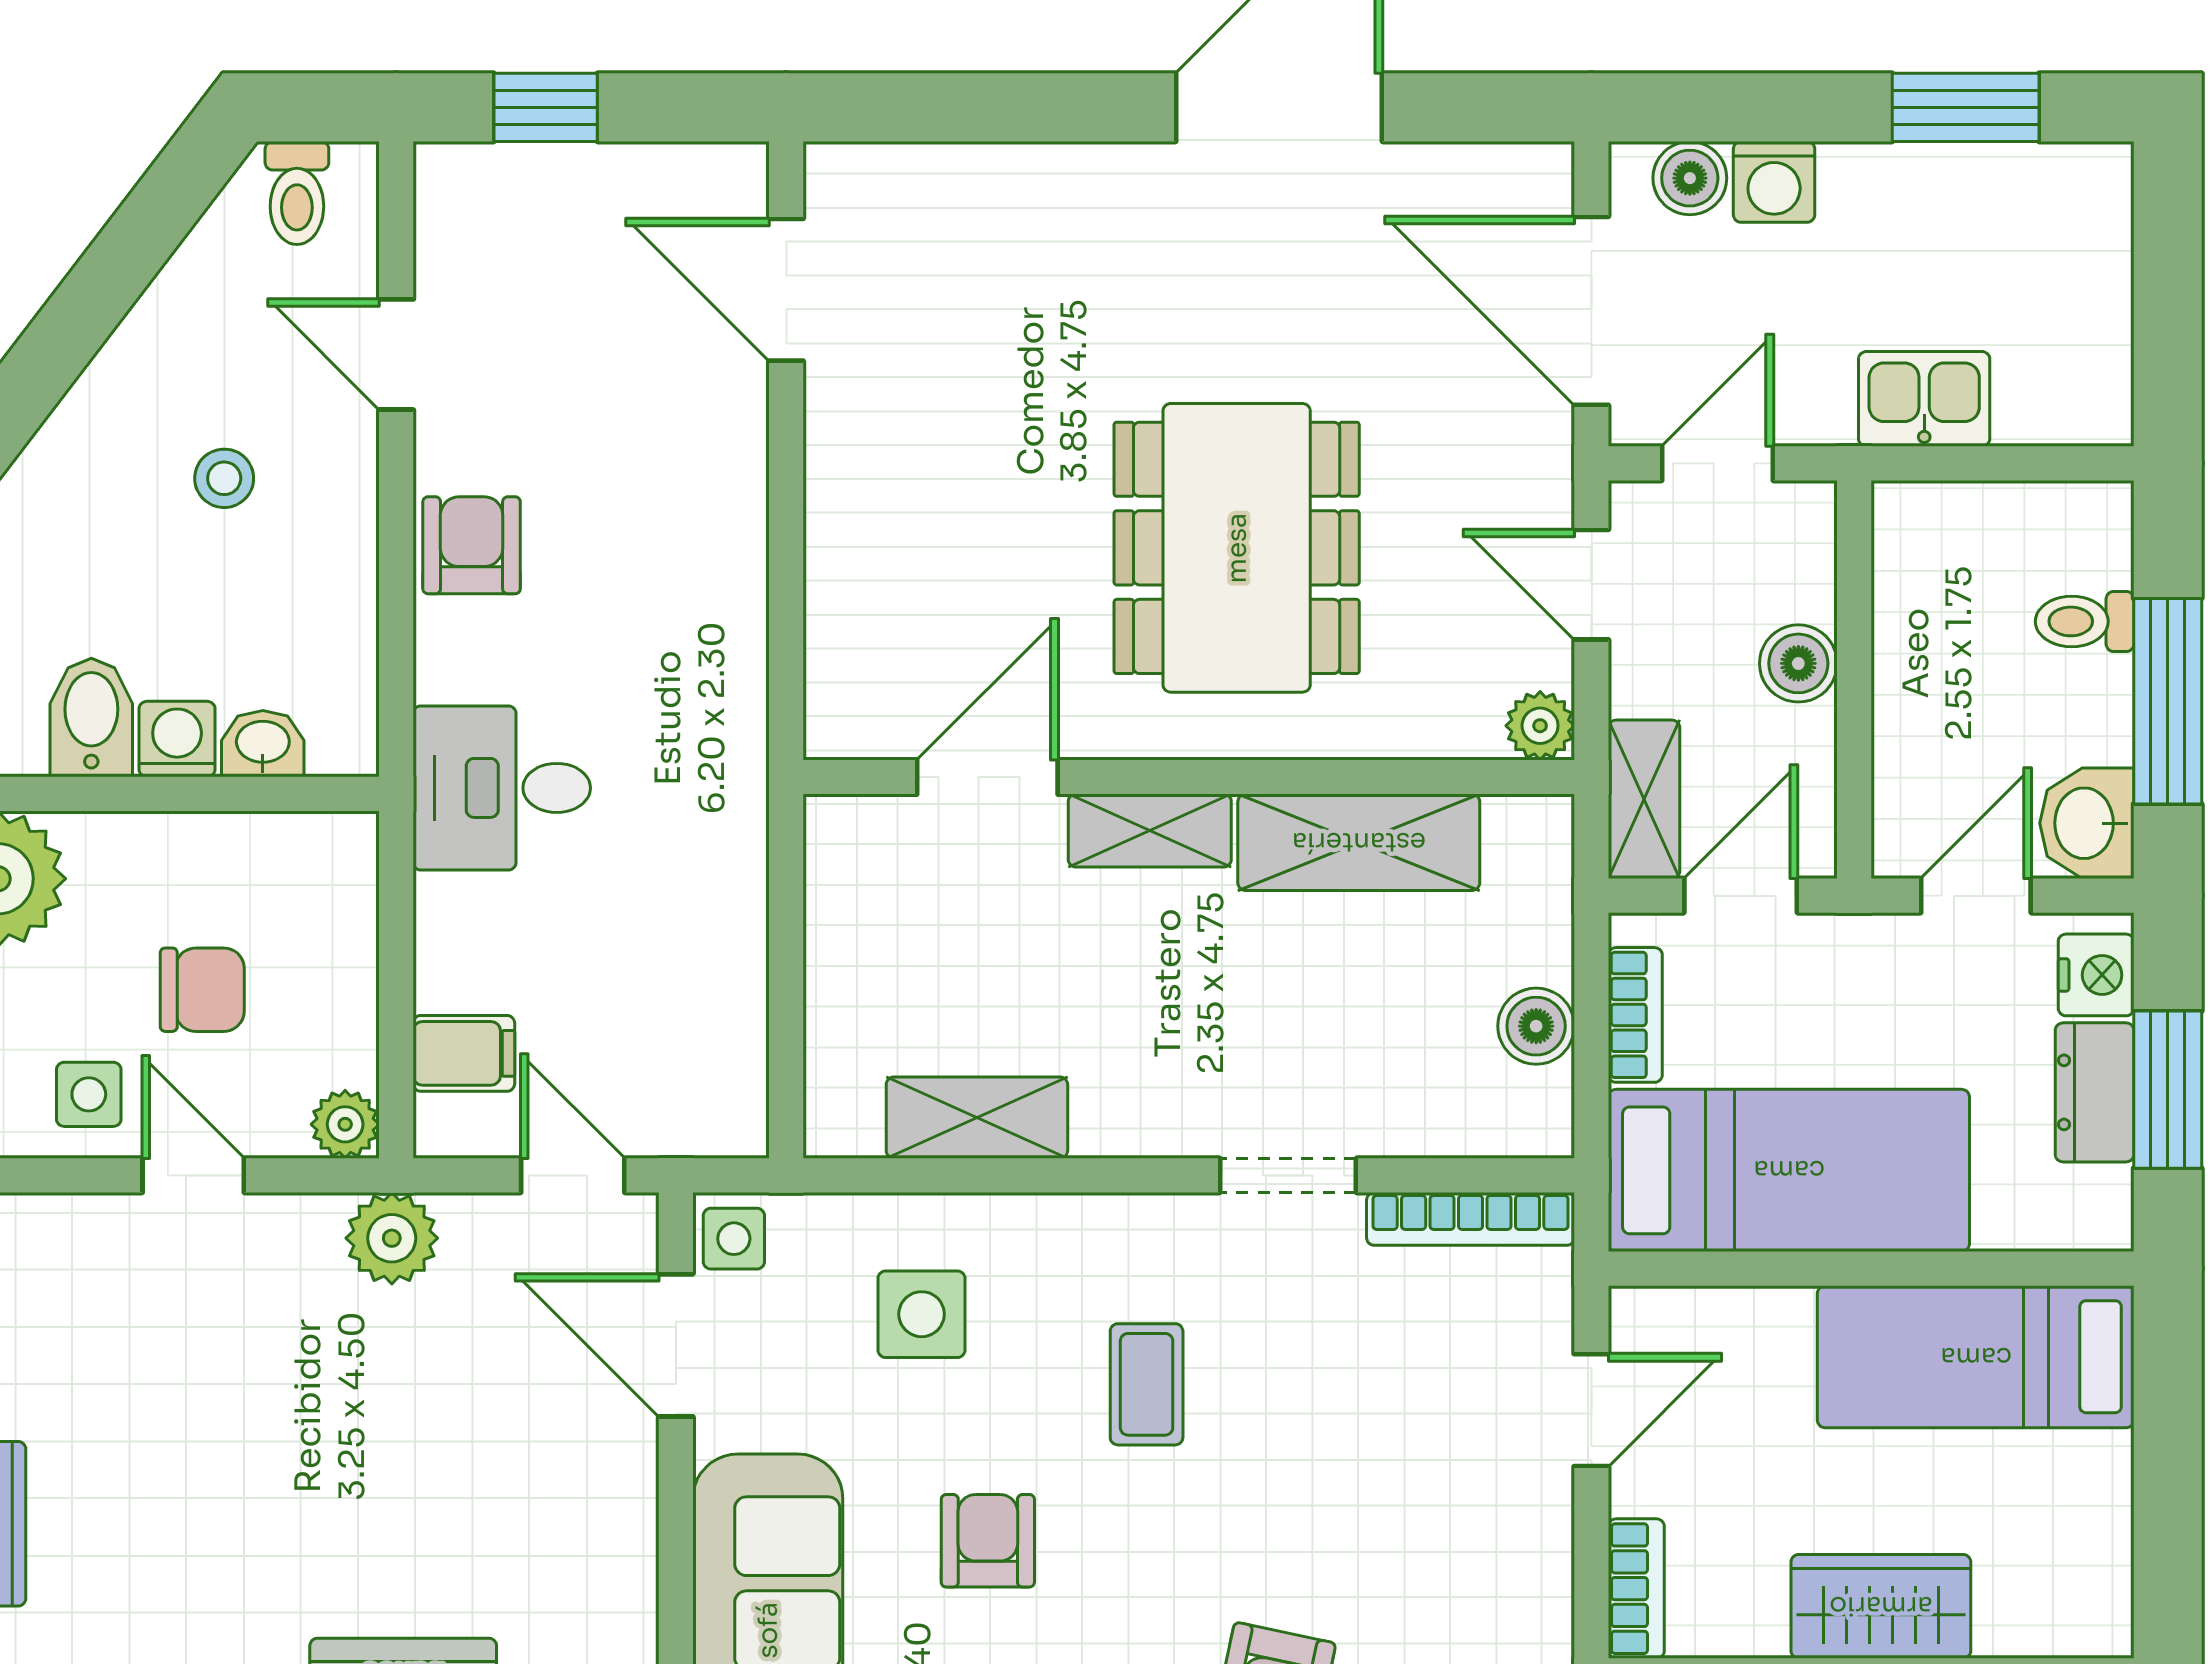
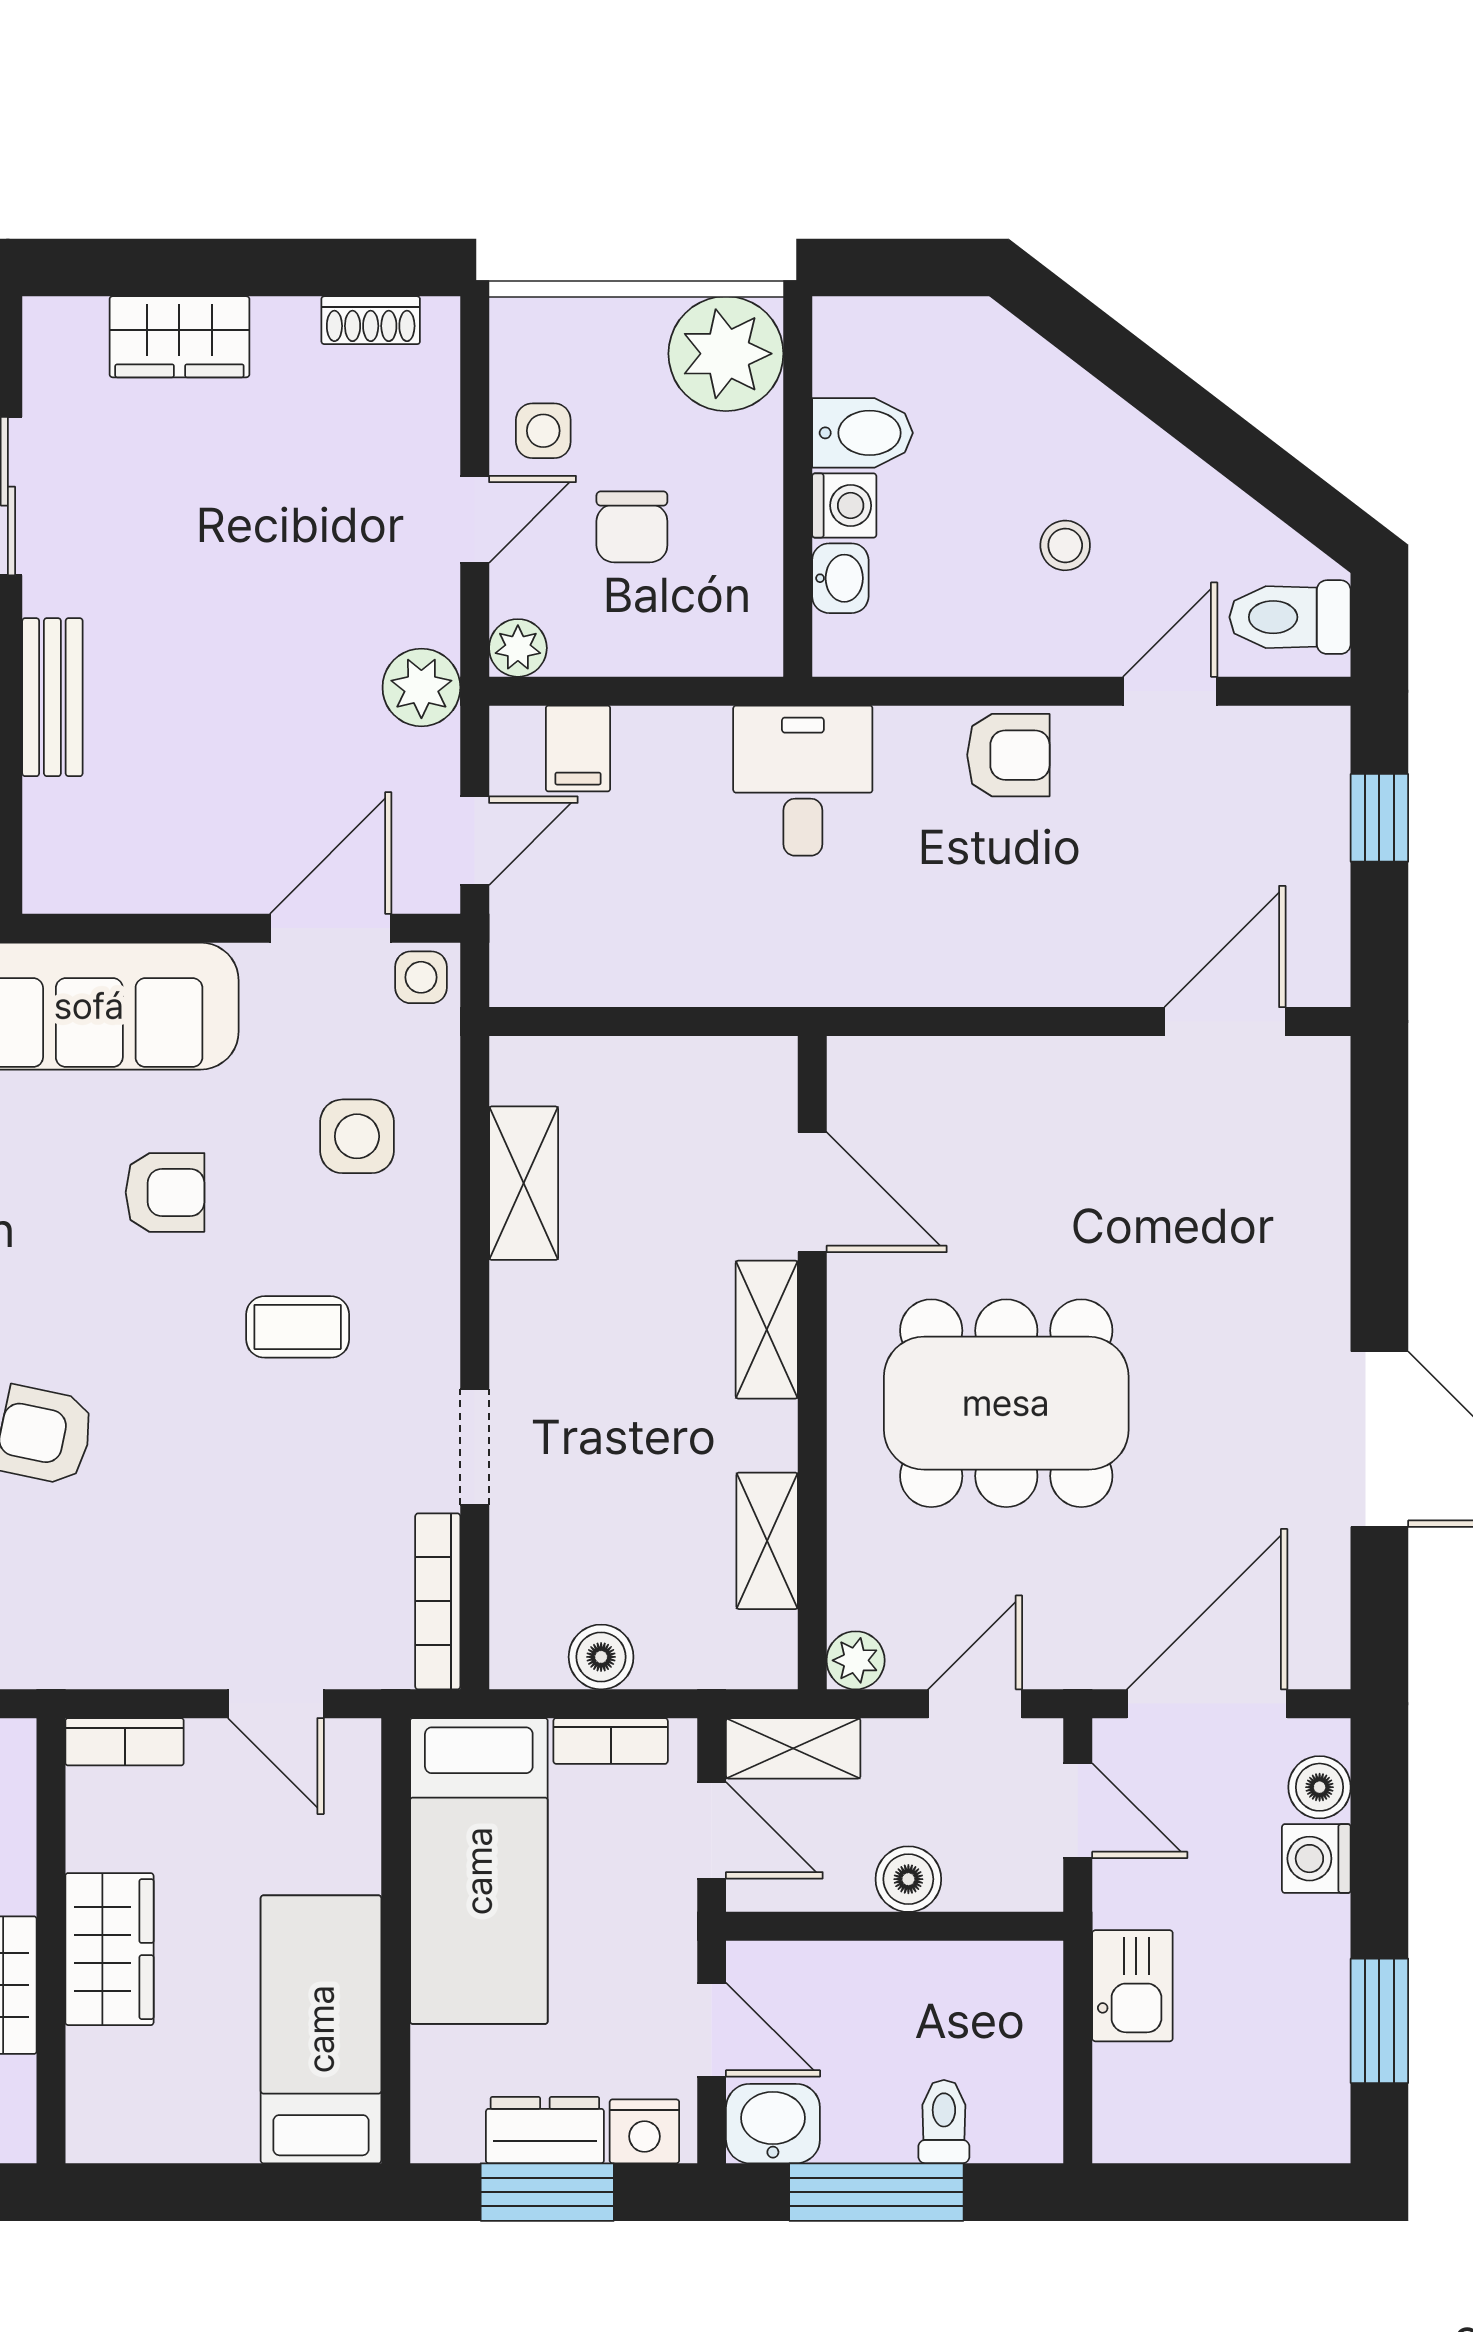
toilet: (297, 193) -> (1290, 617), width x1.37, depth x1.39
shelving: (1359, 842) -> (767, 1541), width x0.67, depth x0.75

